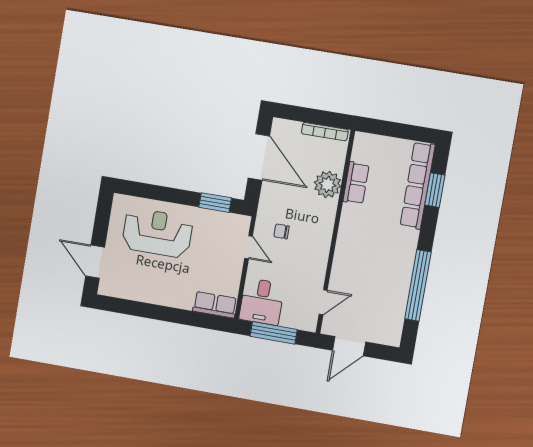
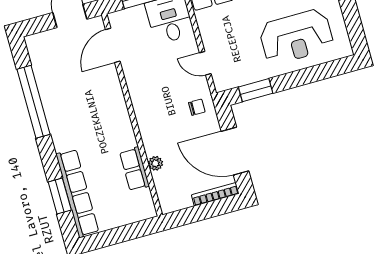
bookcase: (325, 132) -> (215, 194), moved
plant: (328, 184) -> (155, 163), width x0.53, depth x0.53
chair: (281, 231) -> (197, 107), moved
door: (323, 302) -> (113, 45), width x1.38

